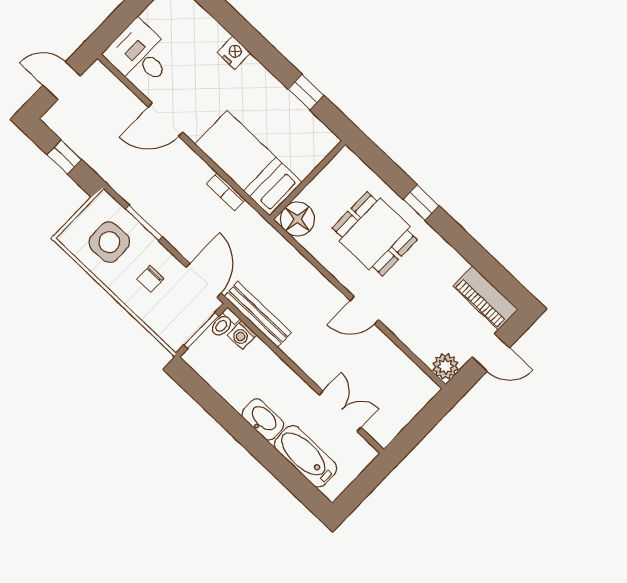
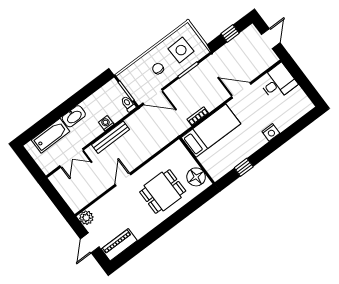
door: (165, 120) -> (241, 90), hinge flipped
window: (421, 203) -> (175, 219), removed
floor lamp: (297, 219) -> (196, 177), moved
bench: (258, 314) -> (111, 137), moved
washing machine: (242, 335) -> (106, 123), moved

